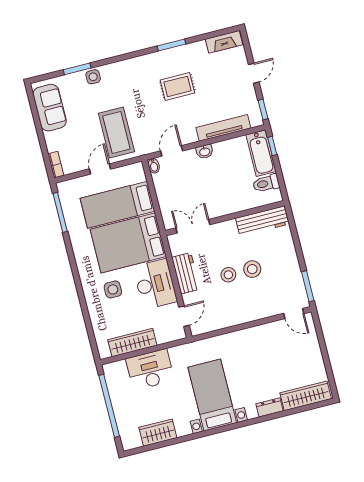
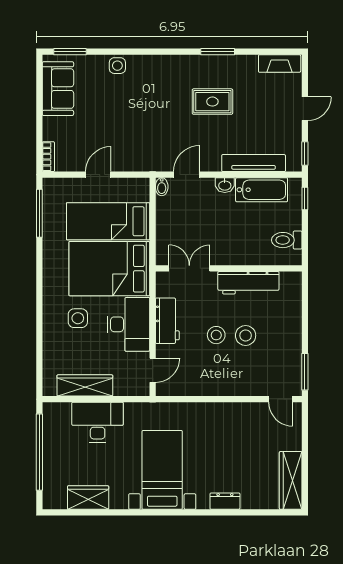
window: (77, 69) -> (70, 52), moved
coffee table: (116, 132) -> (128, 137), removed
bathtub: (261, 153) -> (262, 190), moved, turned -90
workbench: (262, 221) -> (248, 283), moved
wardrobe: (306, 396) -> (291, 480), moved, turned -90

